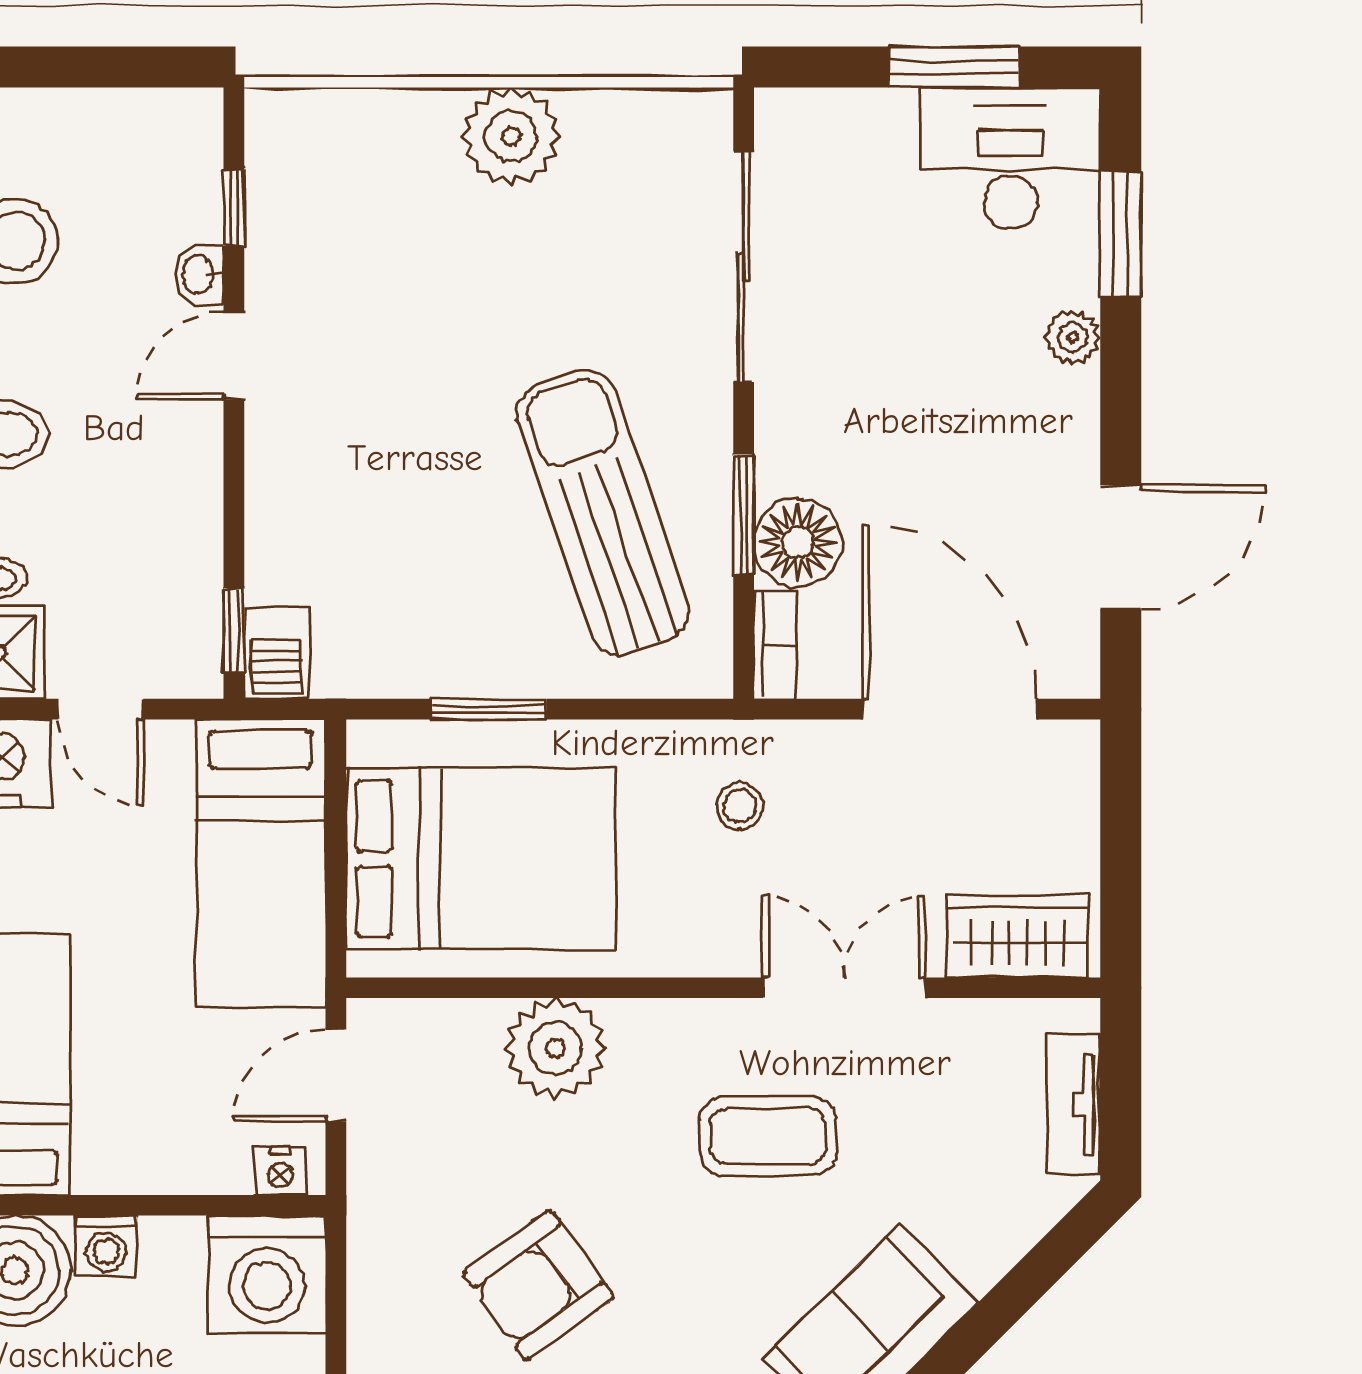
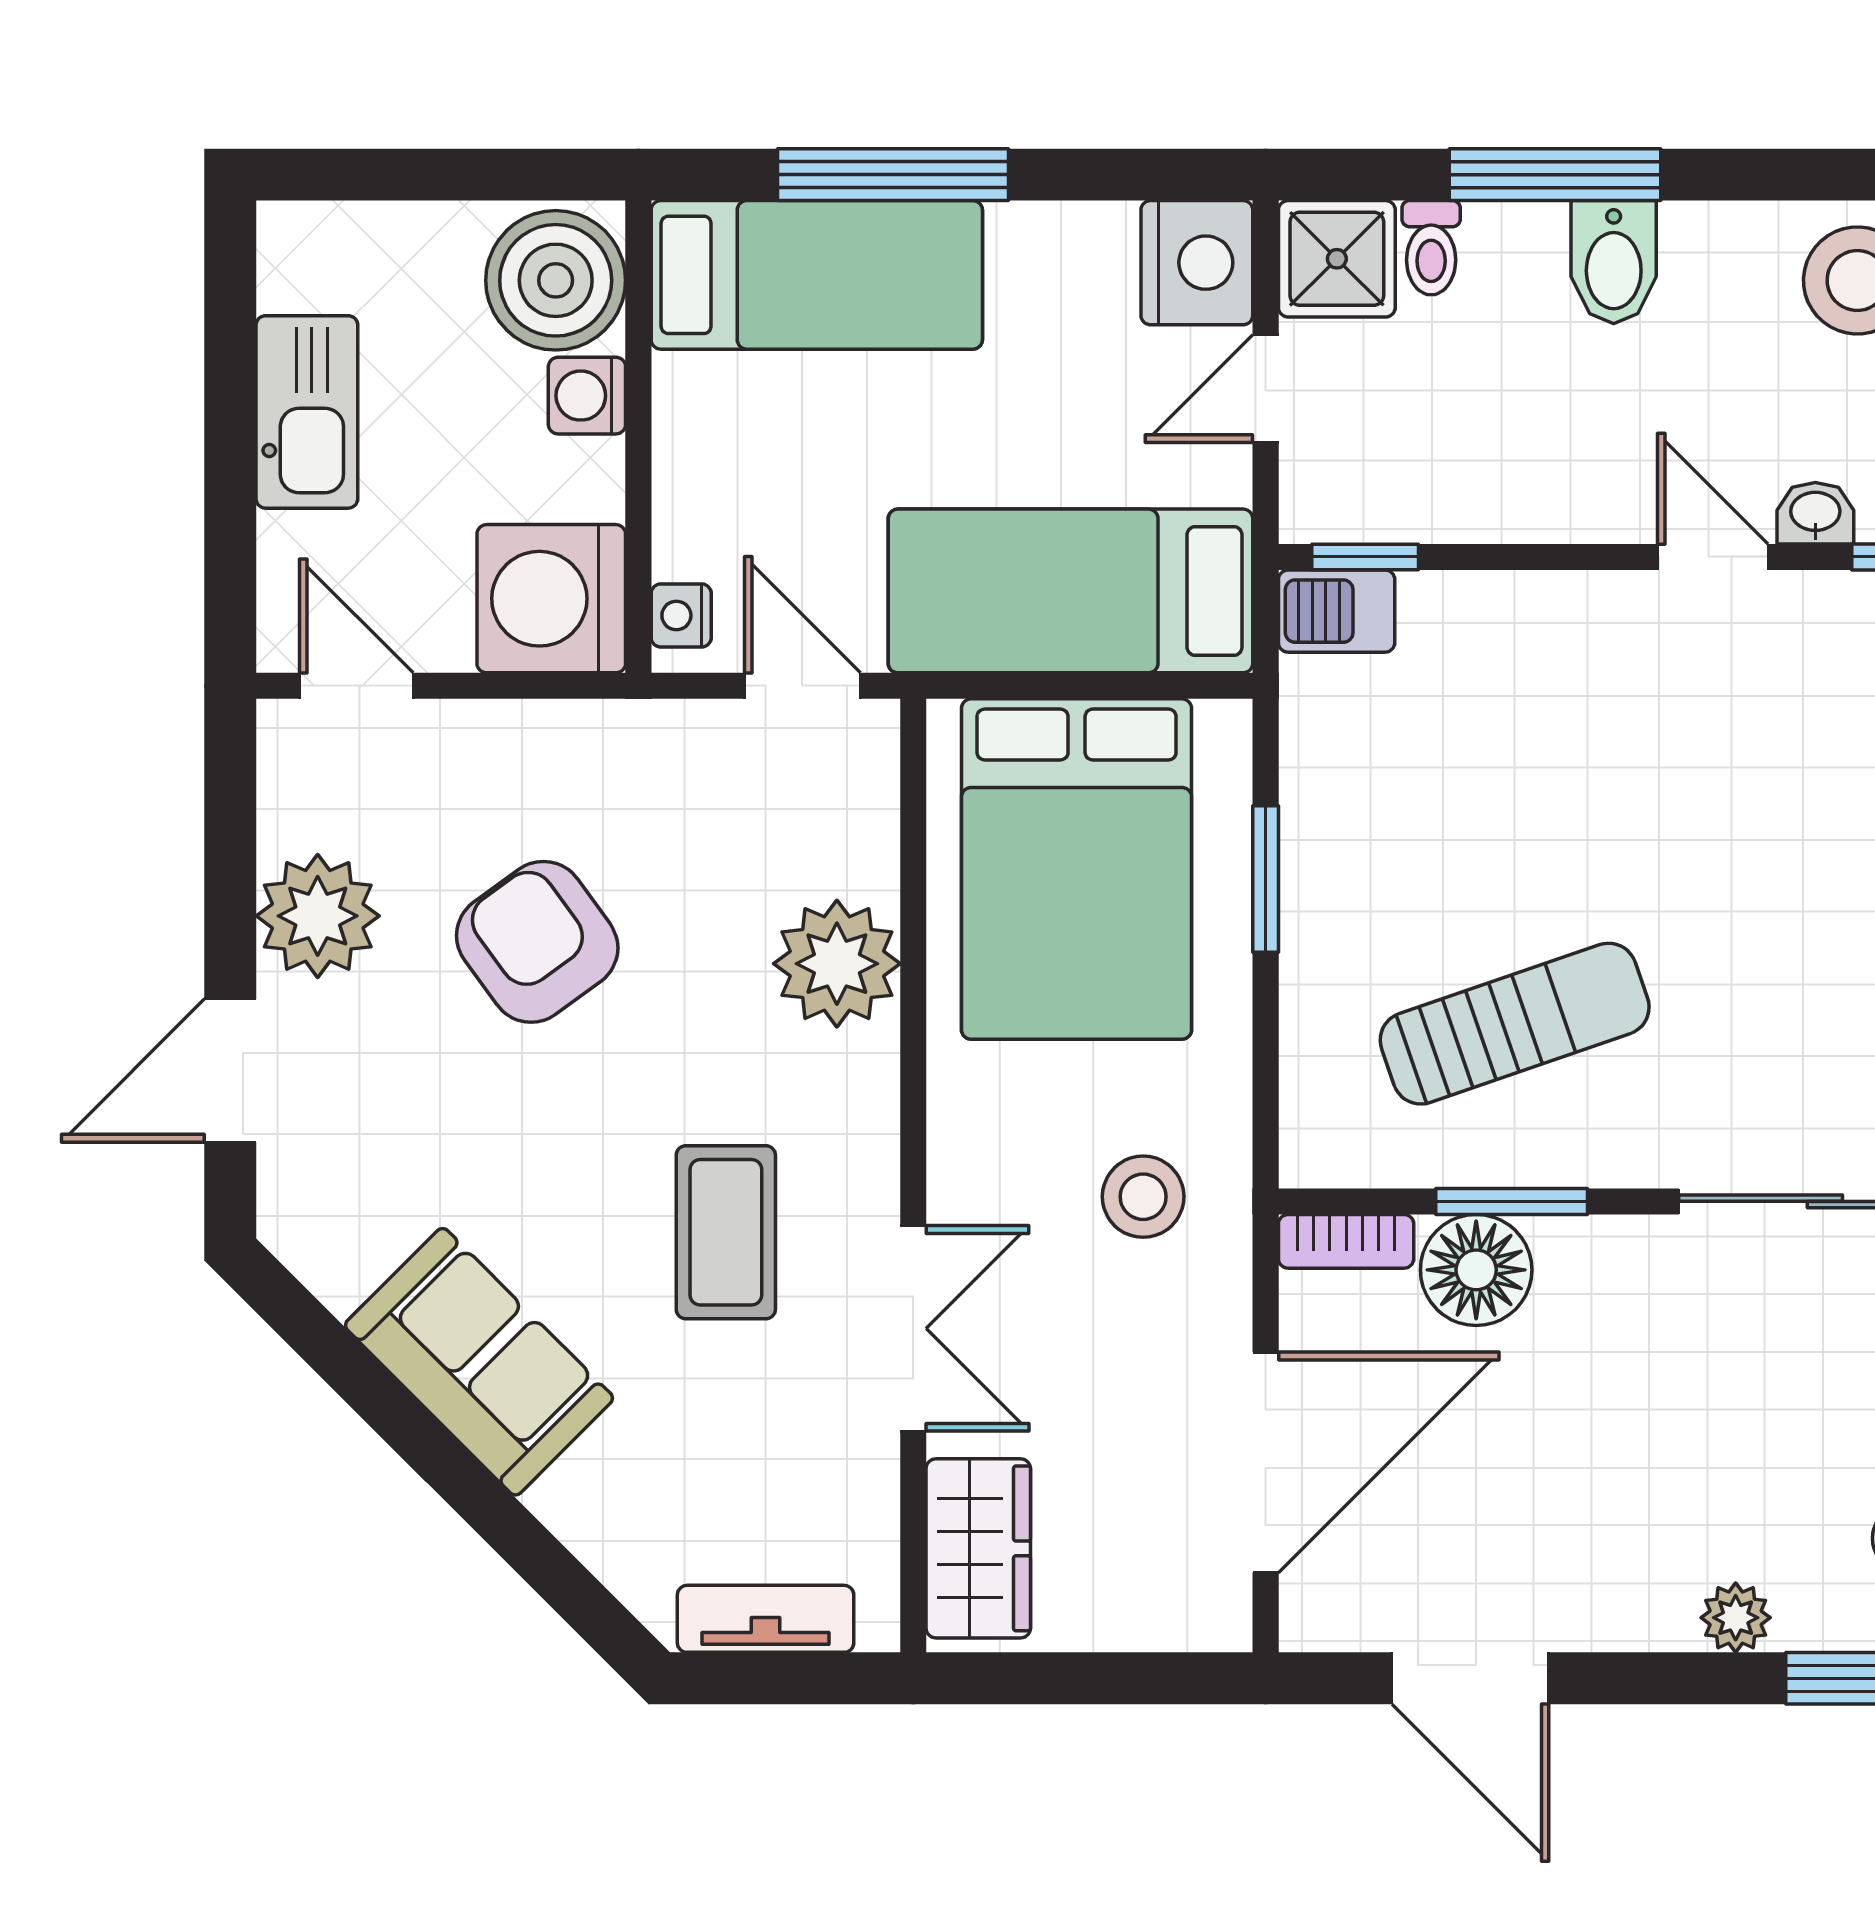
sun lounger: (603, 512) -> (1515, 1024), width x0.73, depth x0.75
stool: (740, 806) -> (1143, 1197), width x1.37, depth x1.37

